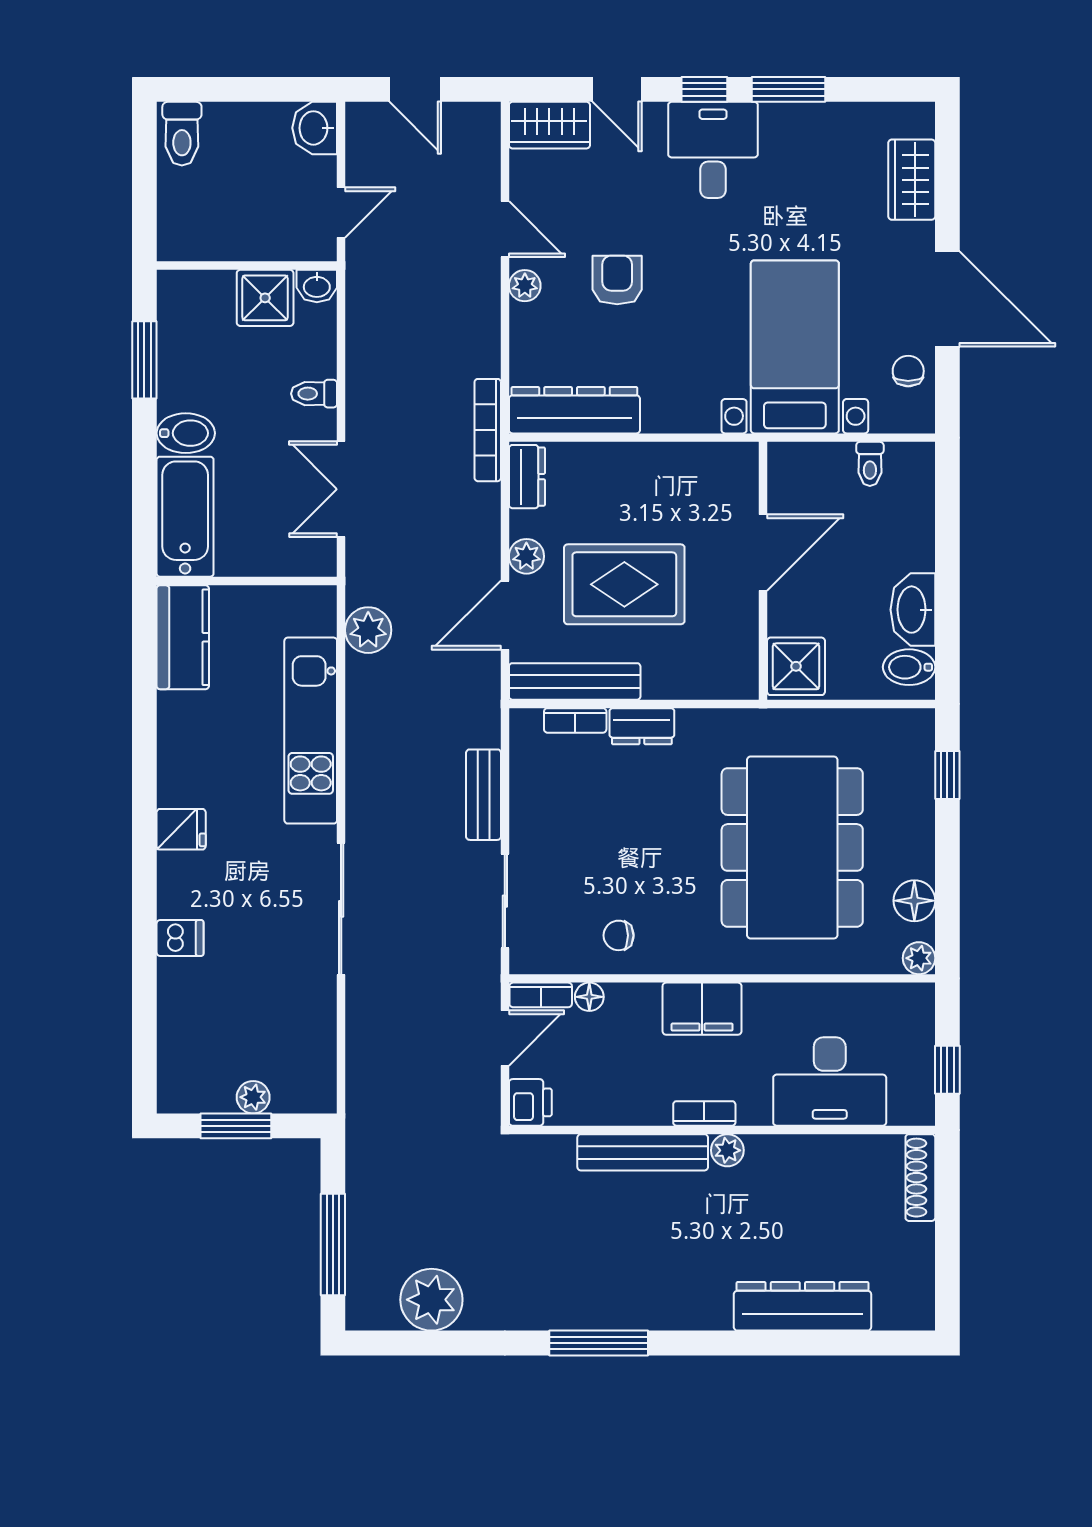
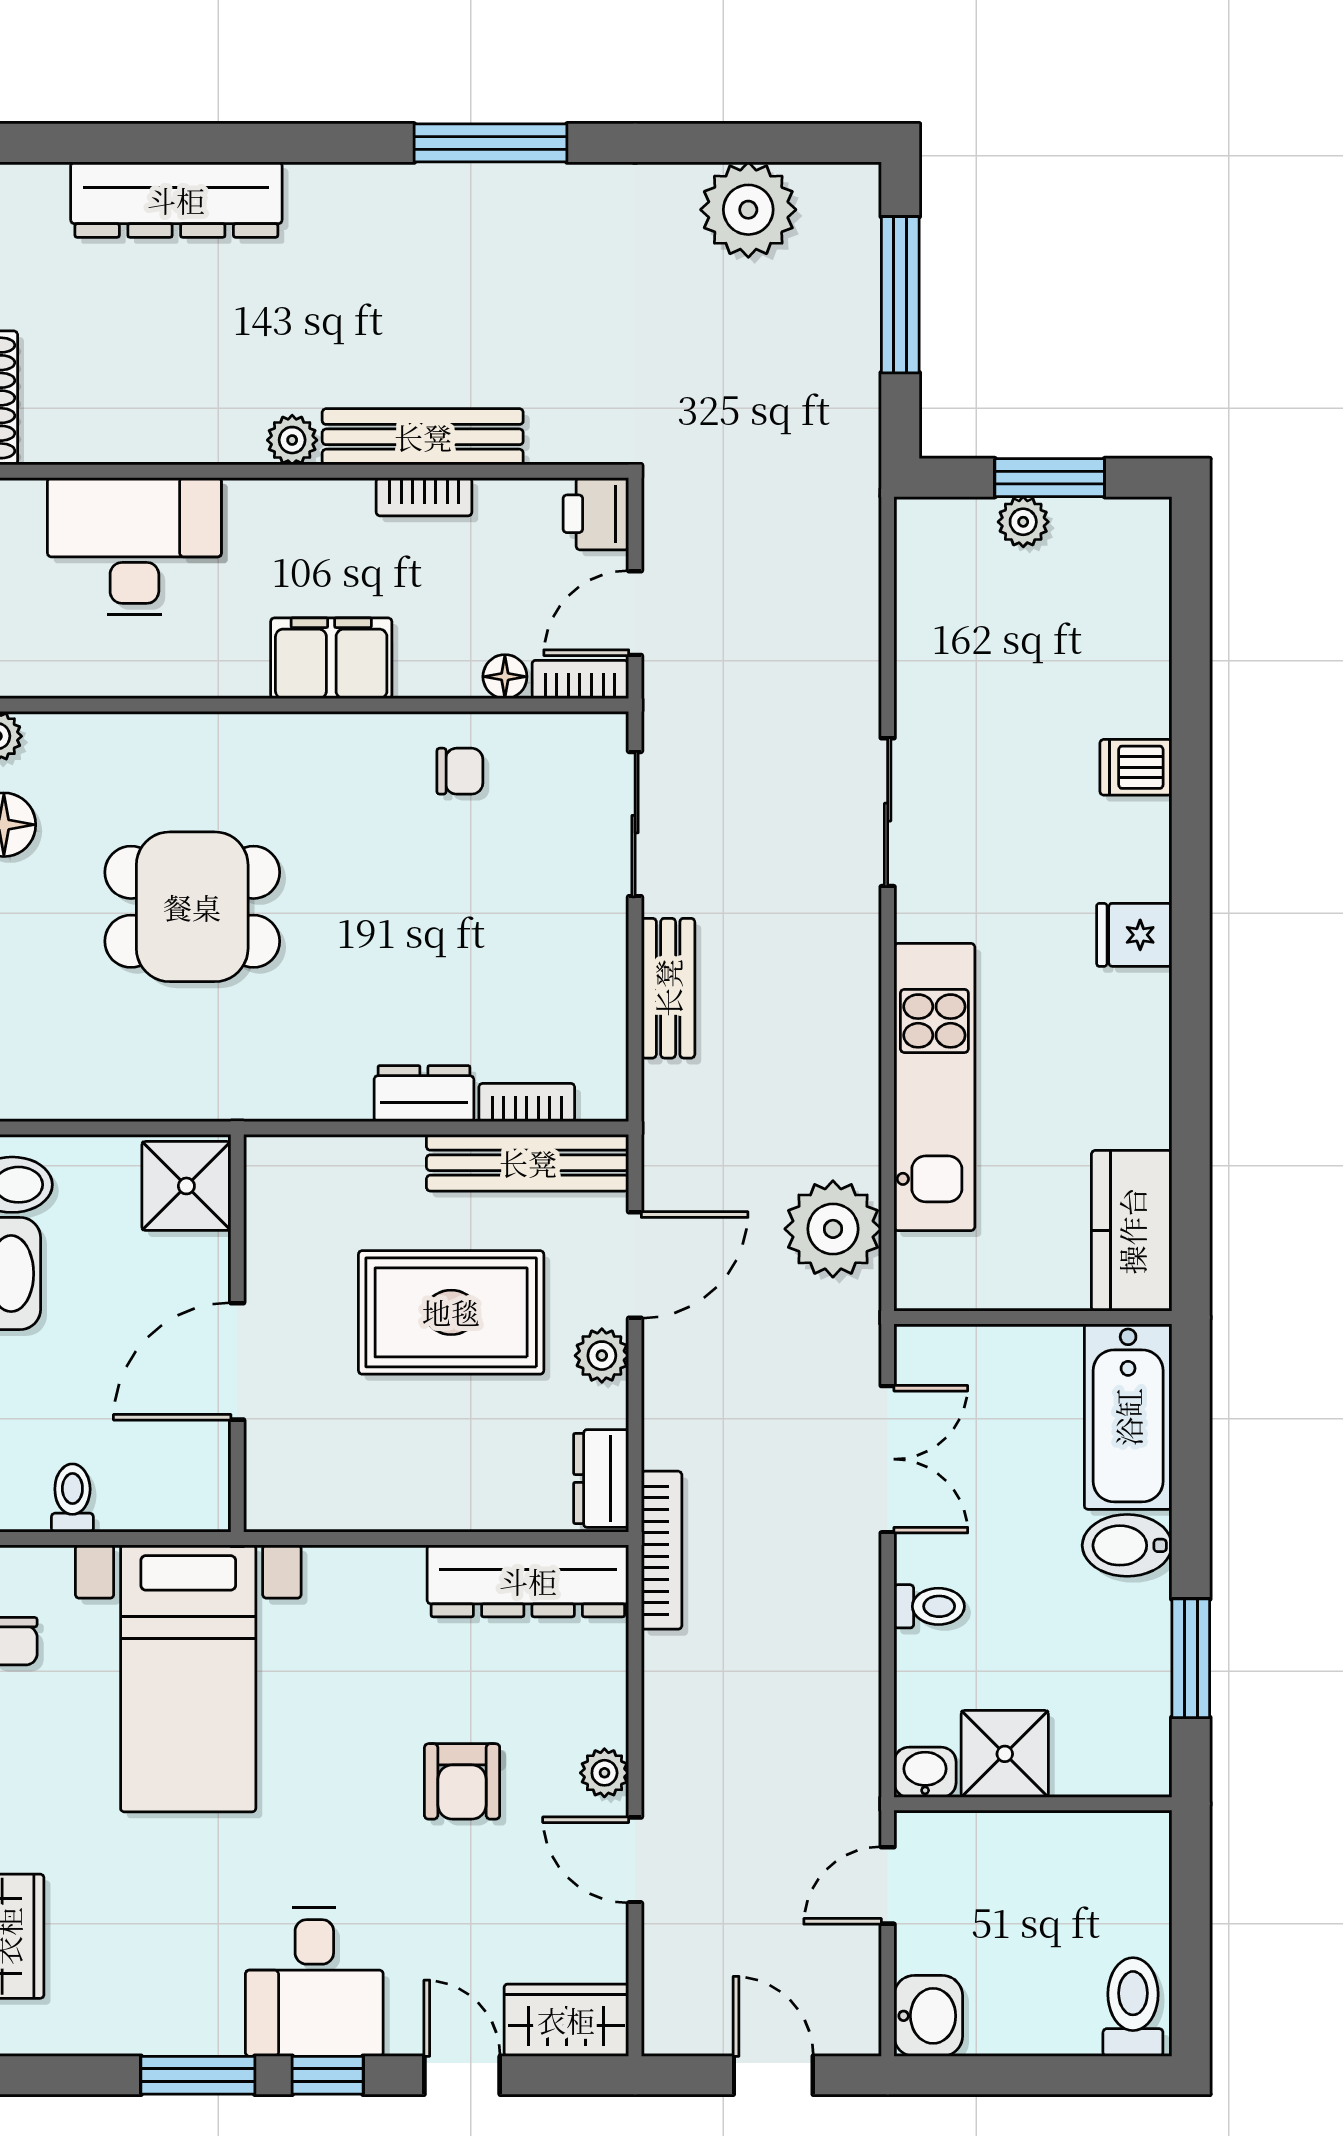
plant: (368, 630) -> (833, 1229), width x1.36, depth x1.36
dining table: (792, 847) -> (192, 907), width x0.53, depth x0.80
sliding door: (341, 909) -> (888, 812), width x0.73
bookcase: (704, 1113) -> (424, 497), moved

